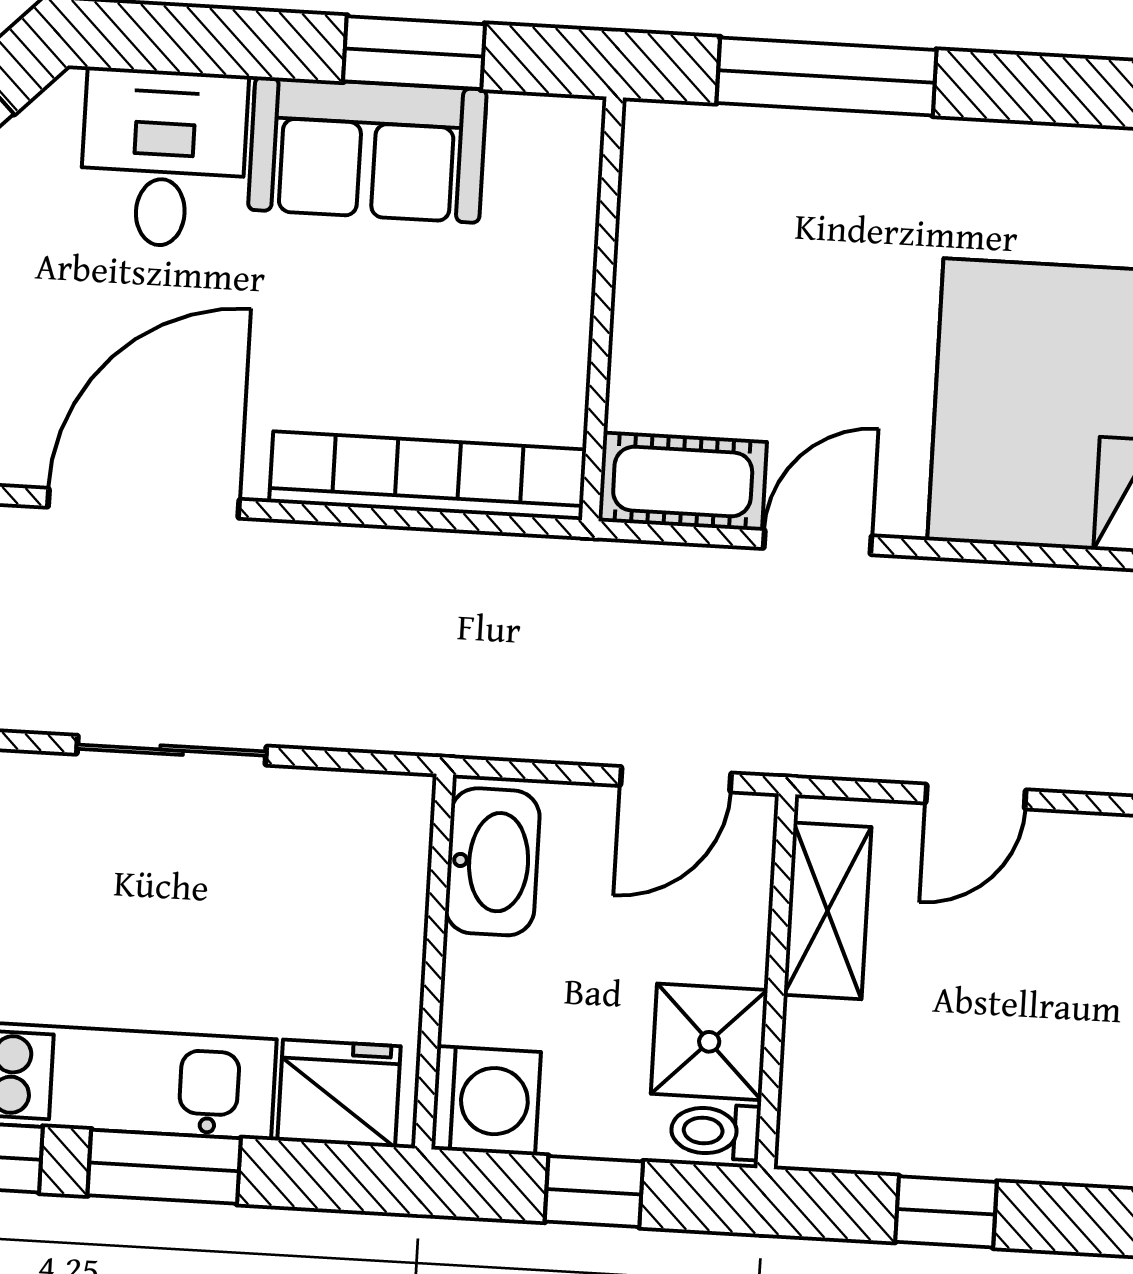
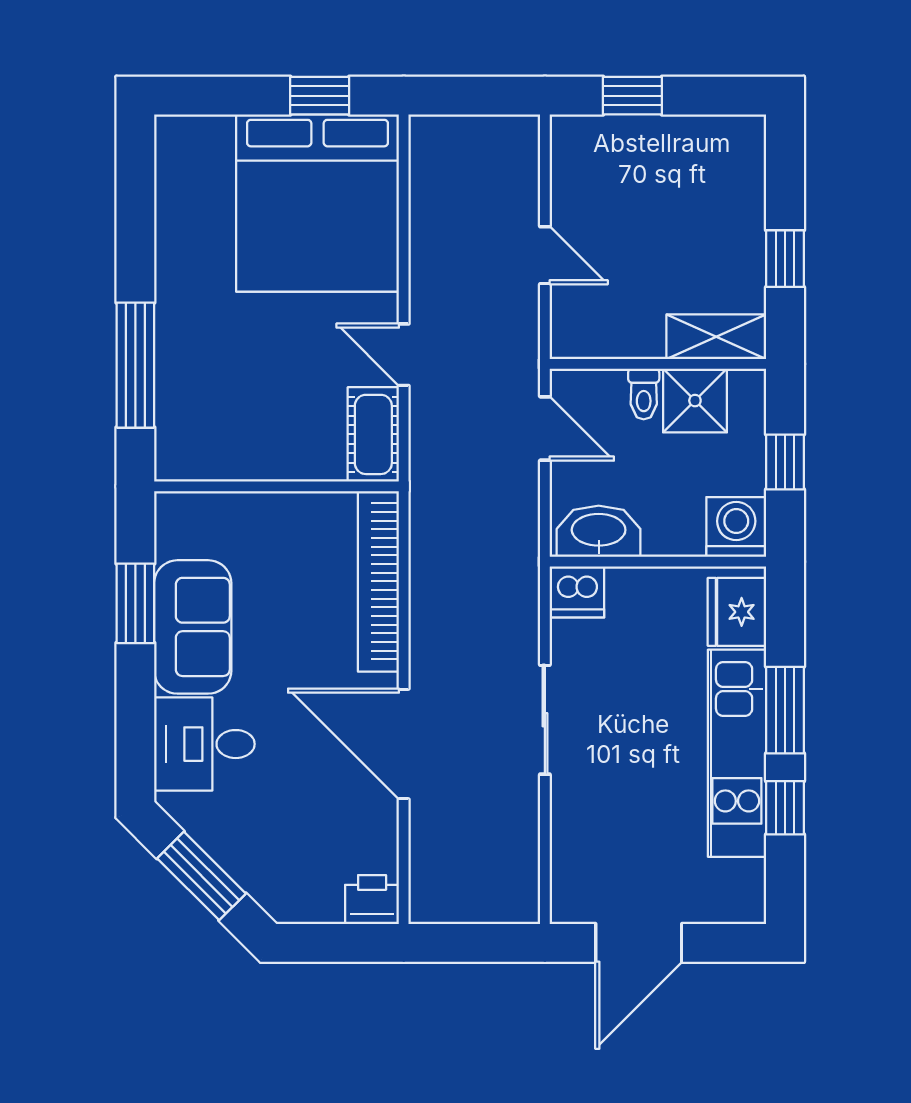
dishwasher: (390, 818) -> (577, 592), added
shelving: (827, 911) -> (716, 337), moved
toilet: (715, 1131) -> (644, 394), moved

